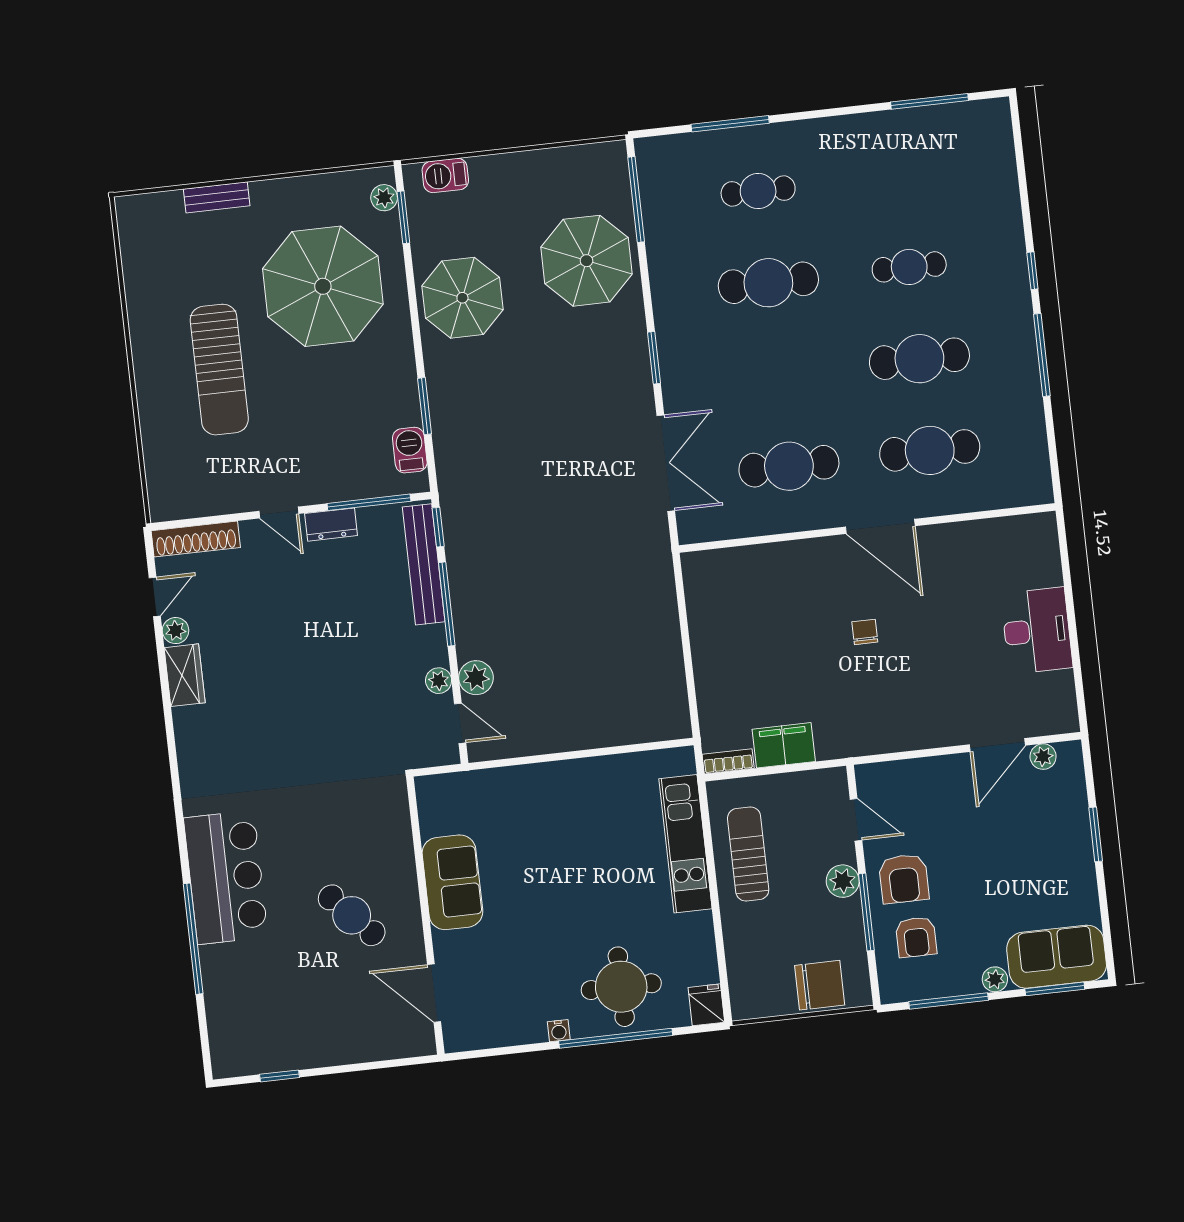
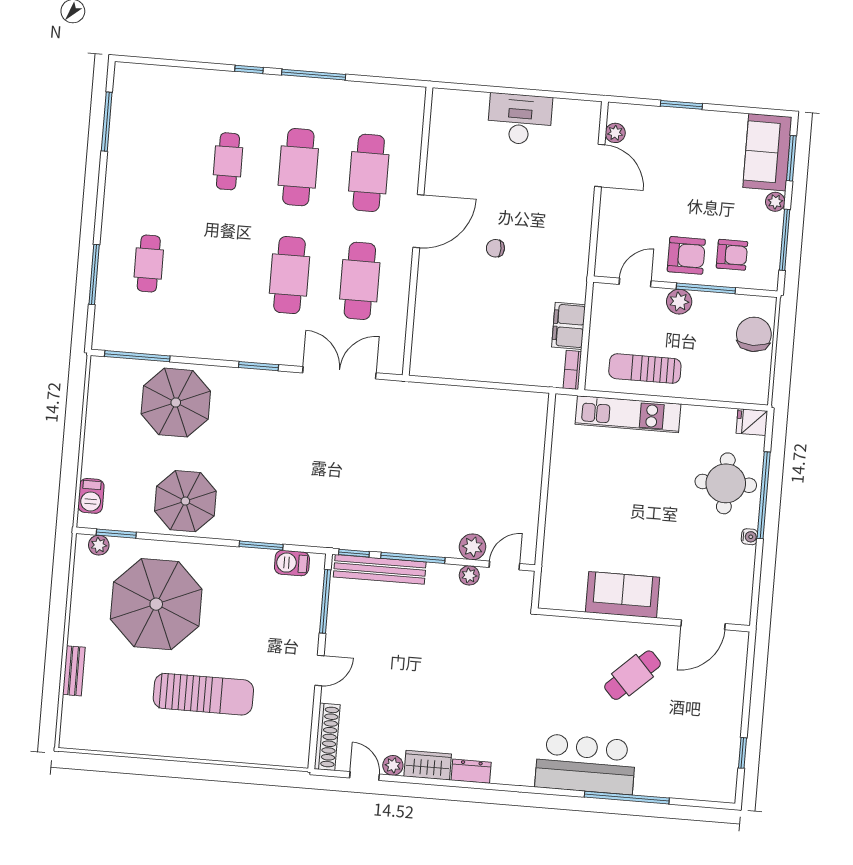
cafe table: (768, 283) -> (289, 275), moved
dresser: (331, 525) -> (471, 771), moved, turned -90

